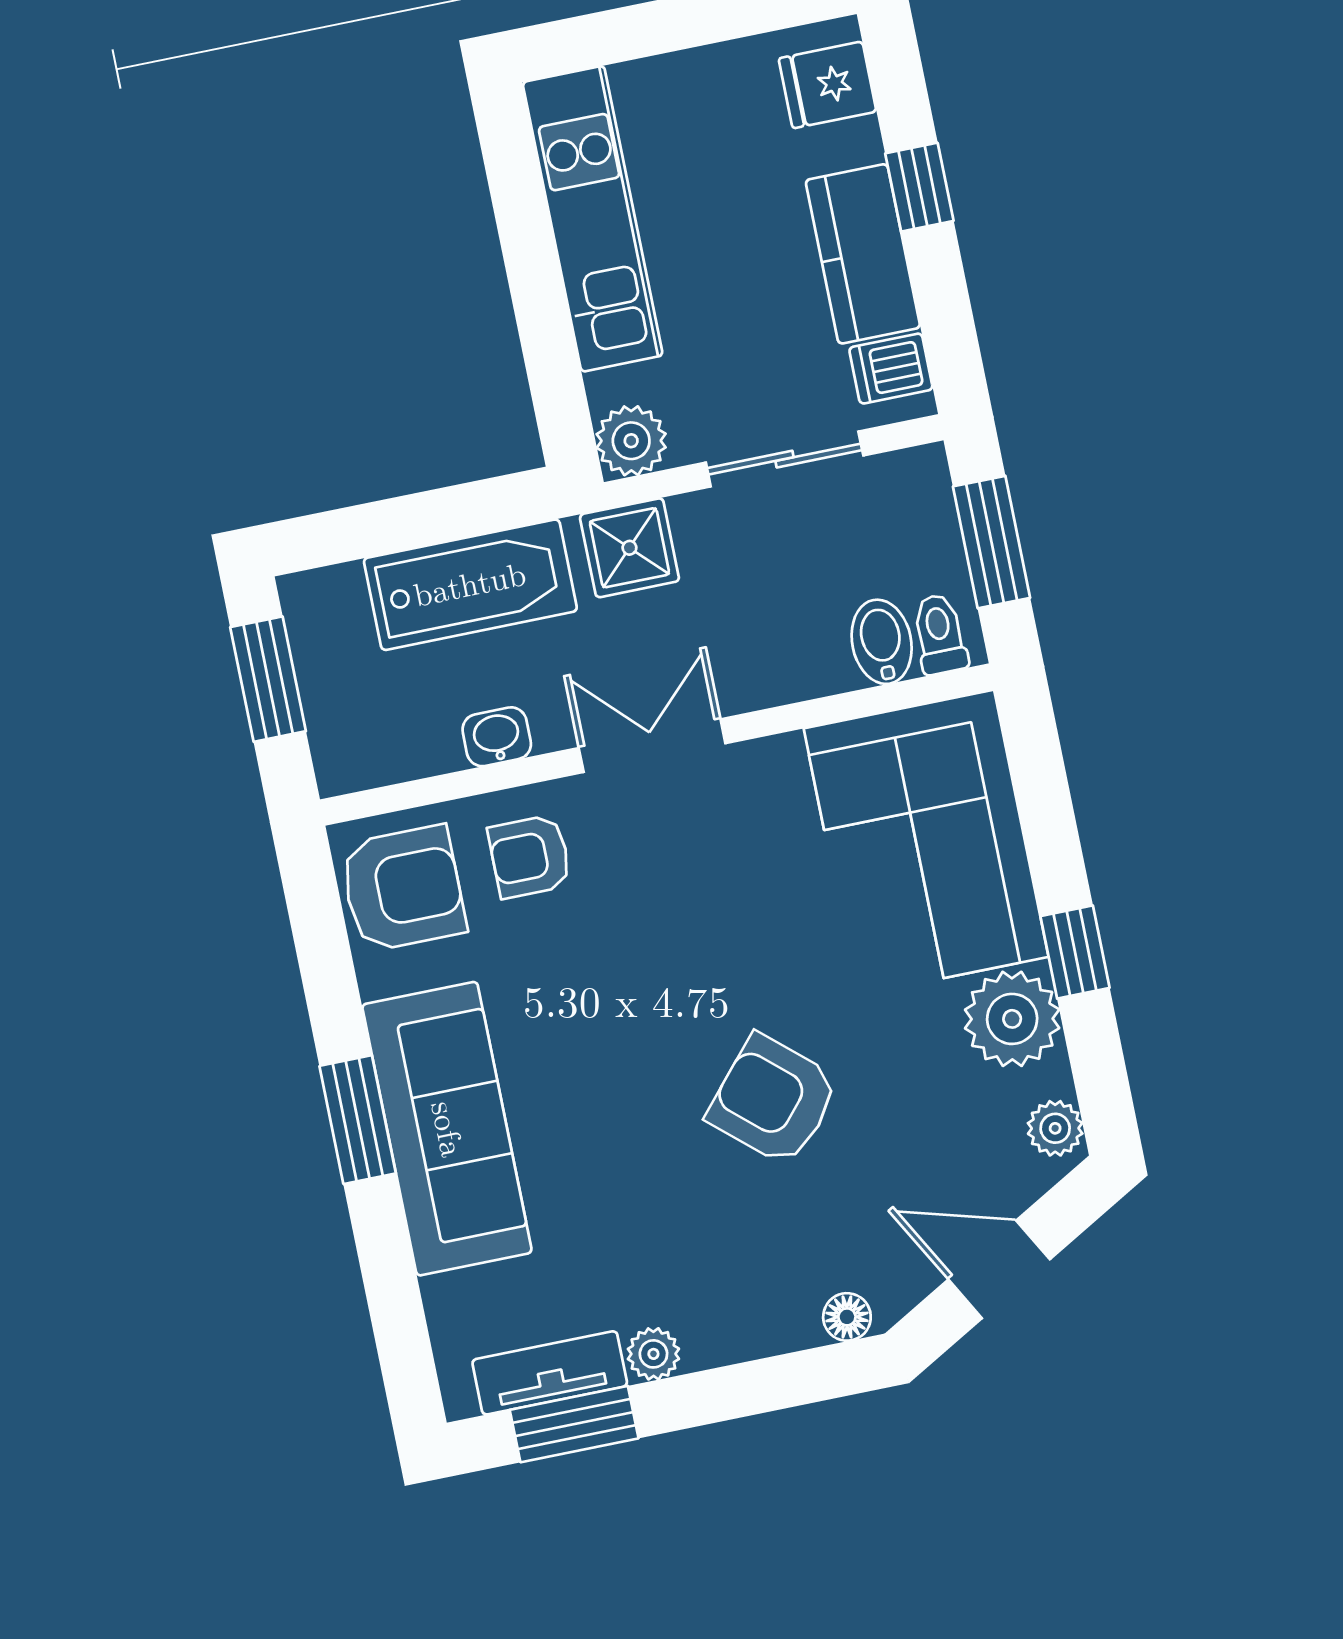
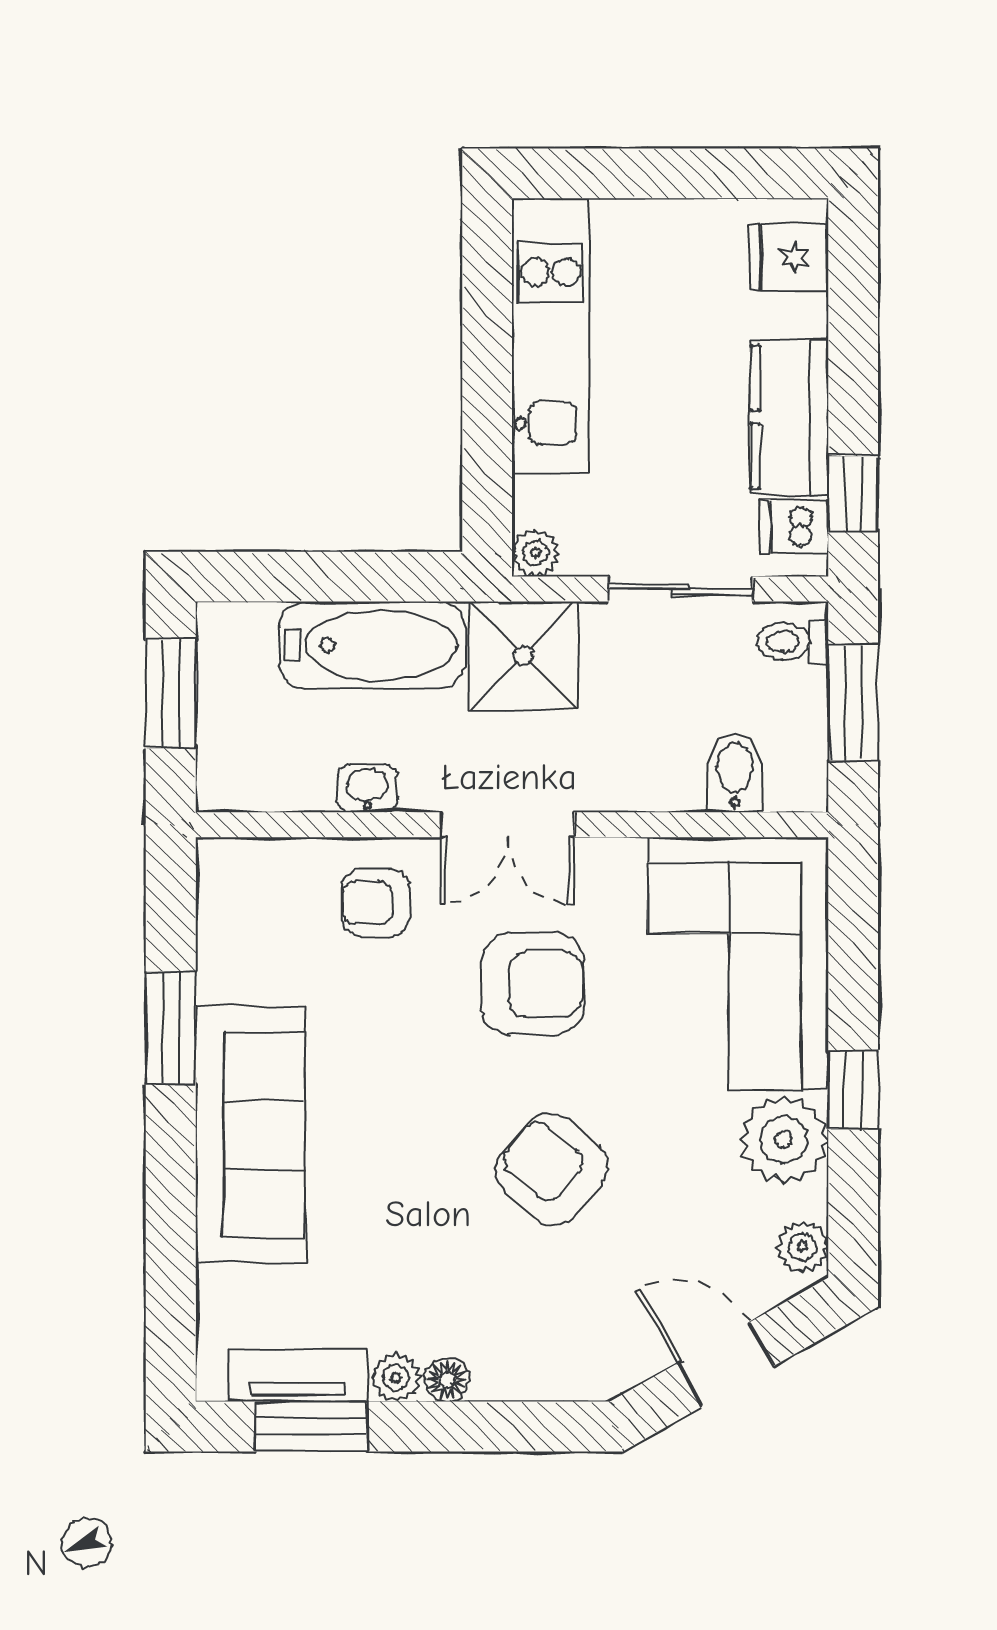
window: (919, 187) -> (853, 493), moved
plant: (631, 441) -> (536, 553), width x0.73, depth x0.73
shower: (629, 548) -> (523, 655), width x1.36, depth x1.36
toilet: (940, 634) -> (793, 642), moved, turned -90
double door: (652, 746) -> (507, 825), swing flipped
armchair: (403, 889) -> (533, 984), moved
window: (358, 1120) -> (171, 1028), moved
floor lamp: (847, 1317) -> (447, 1380), moved

